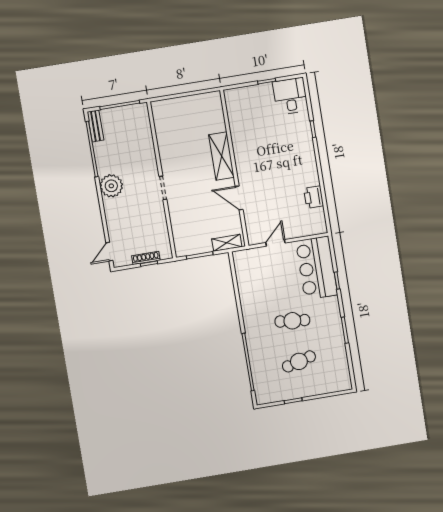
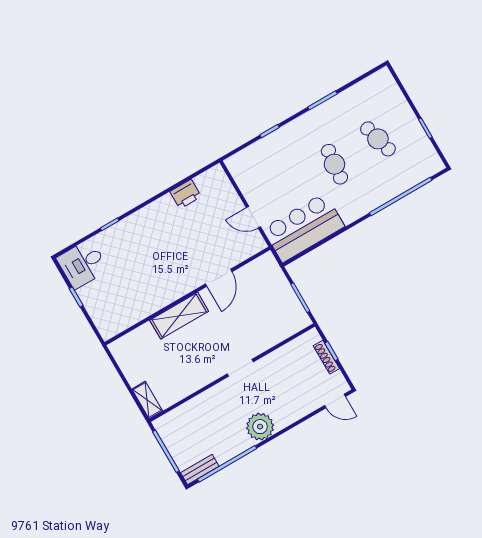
shelving: (227, 243) -> (147, 400), moved
bar counter: (317, 268) -> (304, 228), moved, turned 180

